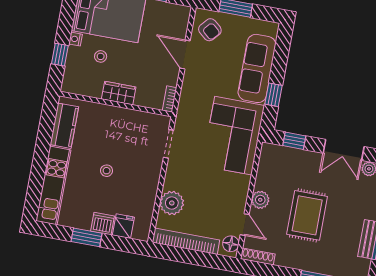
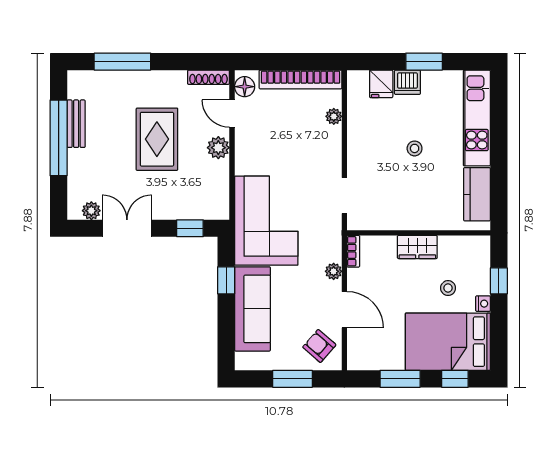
plant: (188, 86) -> (334, 271), added
plant: (172, 203) -> (334, 116), width x0.53, depth x0.53

